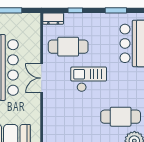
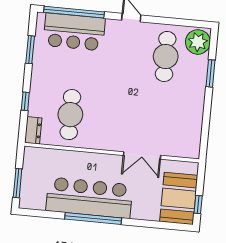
double door: (42, 78) -> (142, 155), moved
checkout: (89, 79) -> (114, 93), removed

